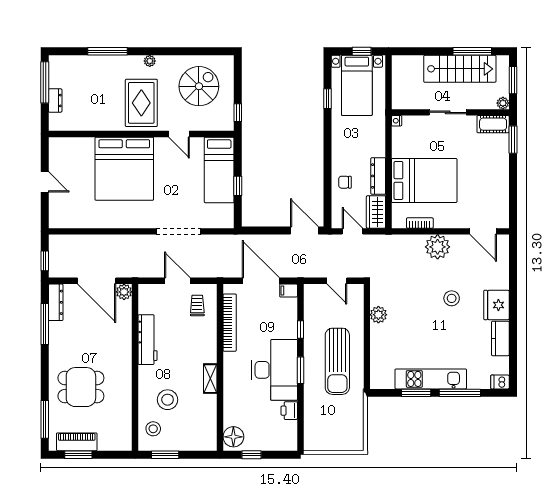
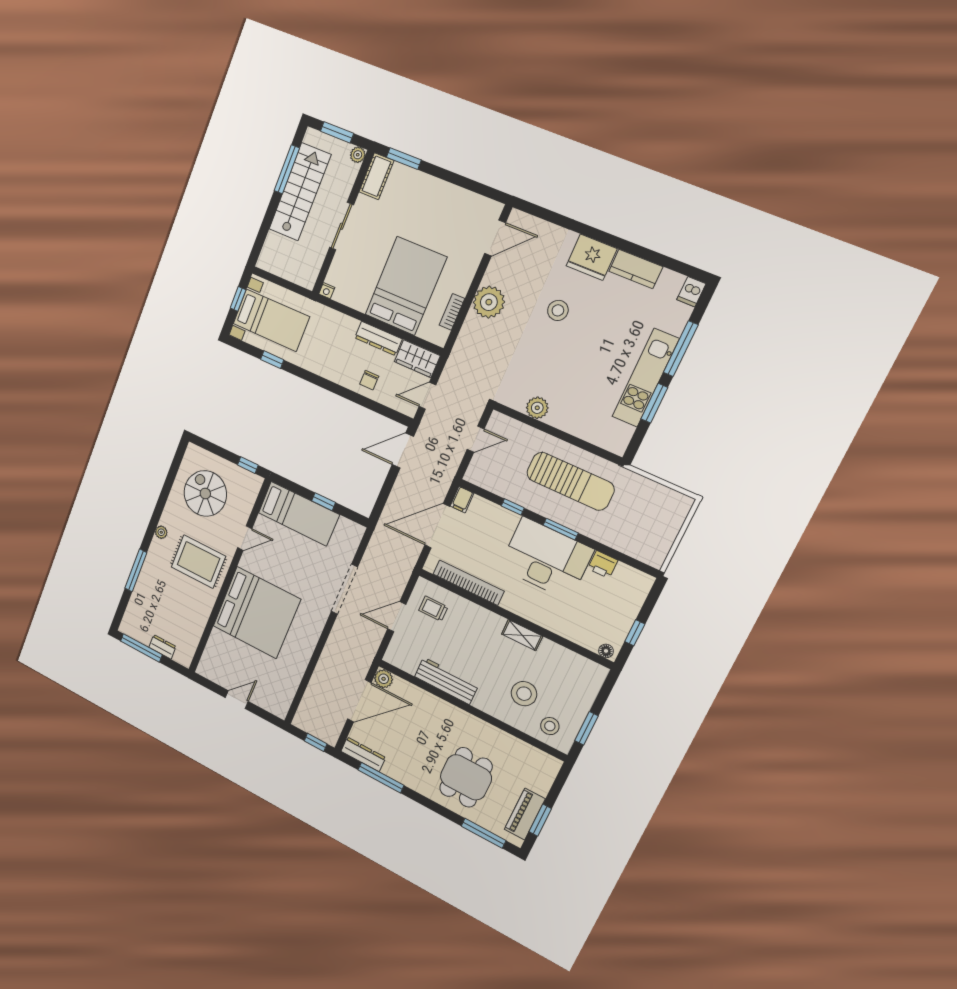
floor lamp: (233, 437) -> (606, 651), width x0.53, depth x0.53

